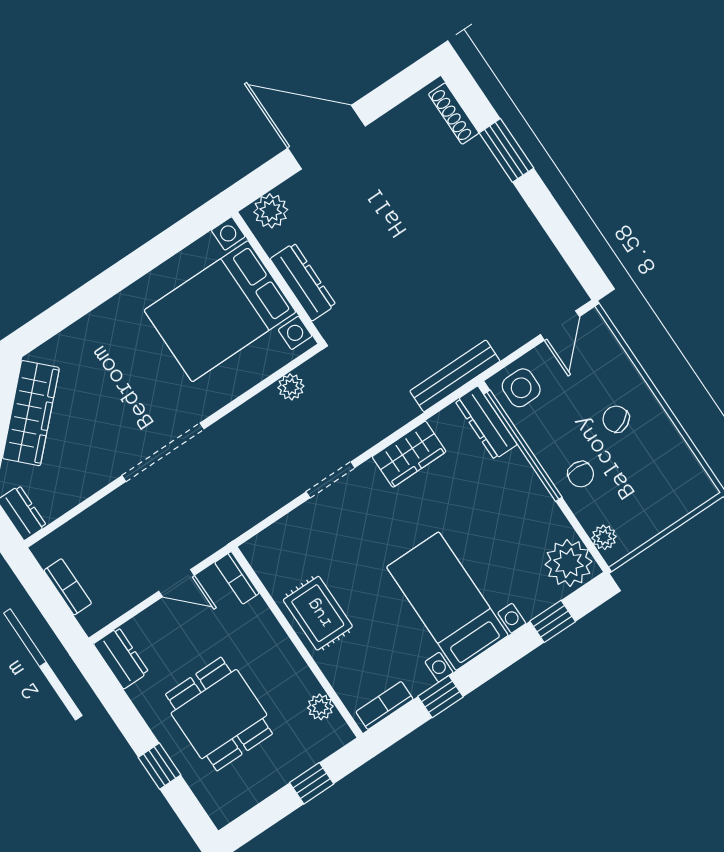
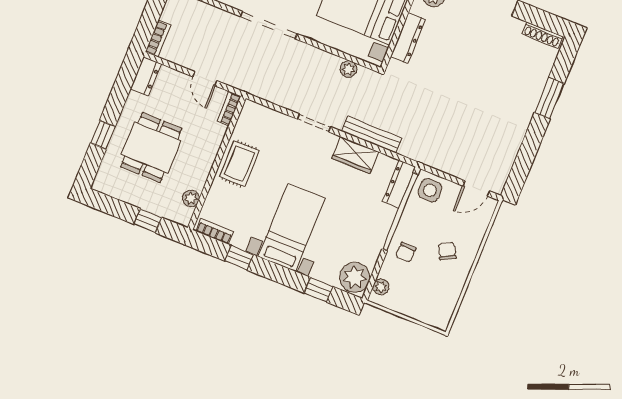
shoe rack: (454, 114) -> (542, 35), moved, turned -90
bench: (455, 376) -> (372, 135), moved
bookcase: (68, 587) -> (158, 39), moved

